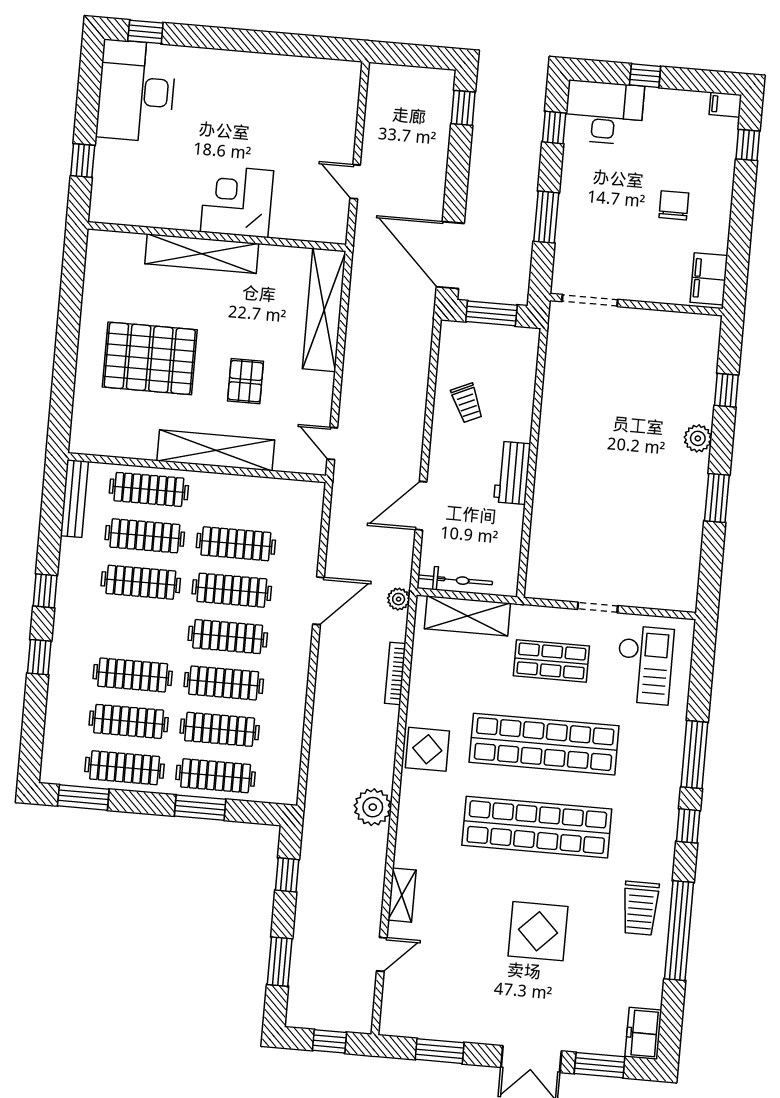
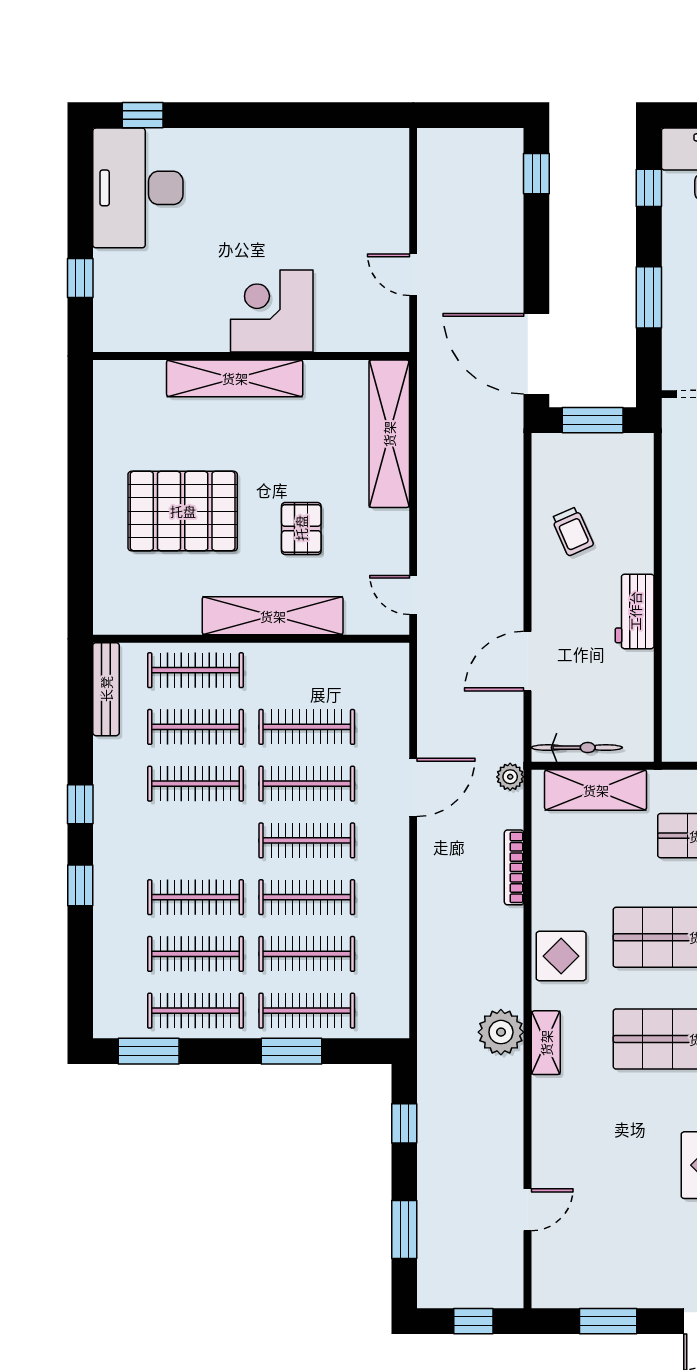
shelving: (402, 895) -> (546, 1043), moved

